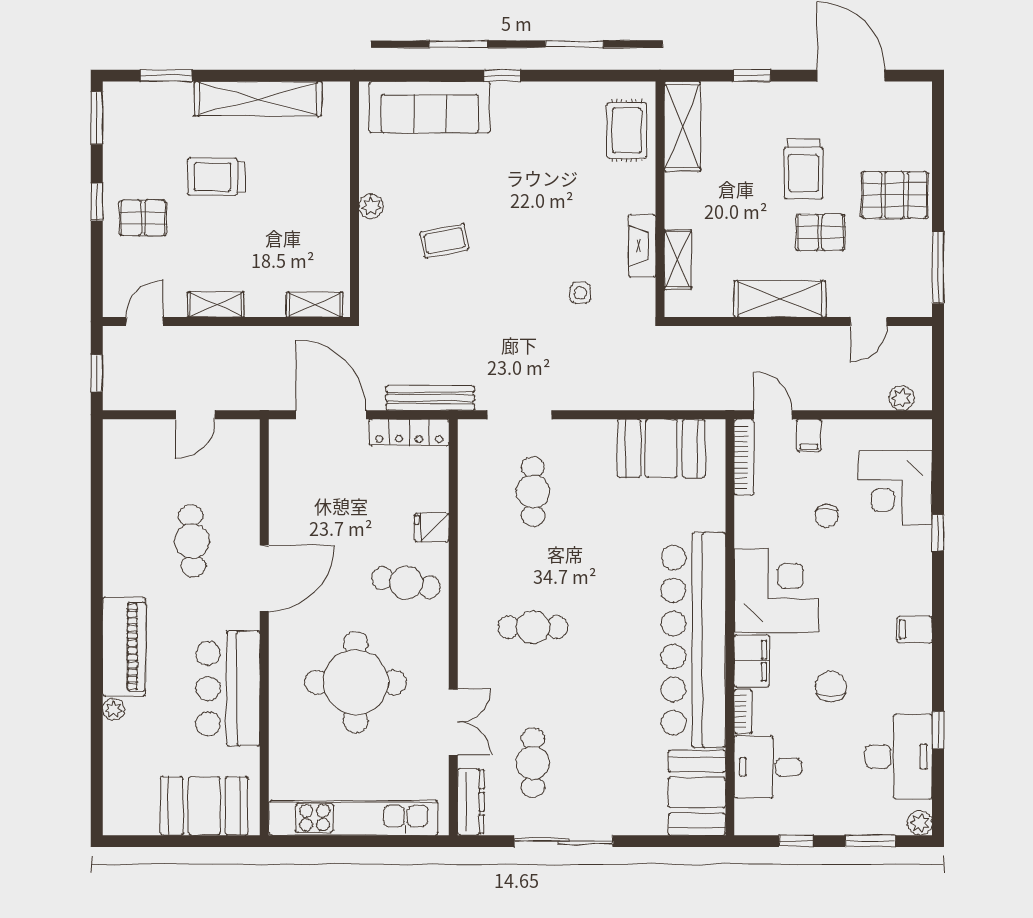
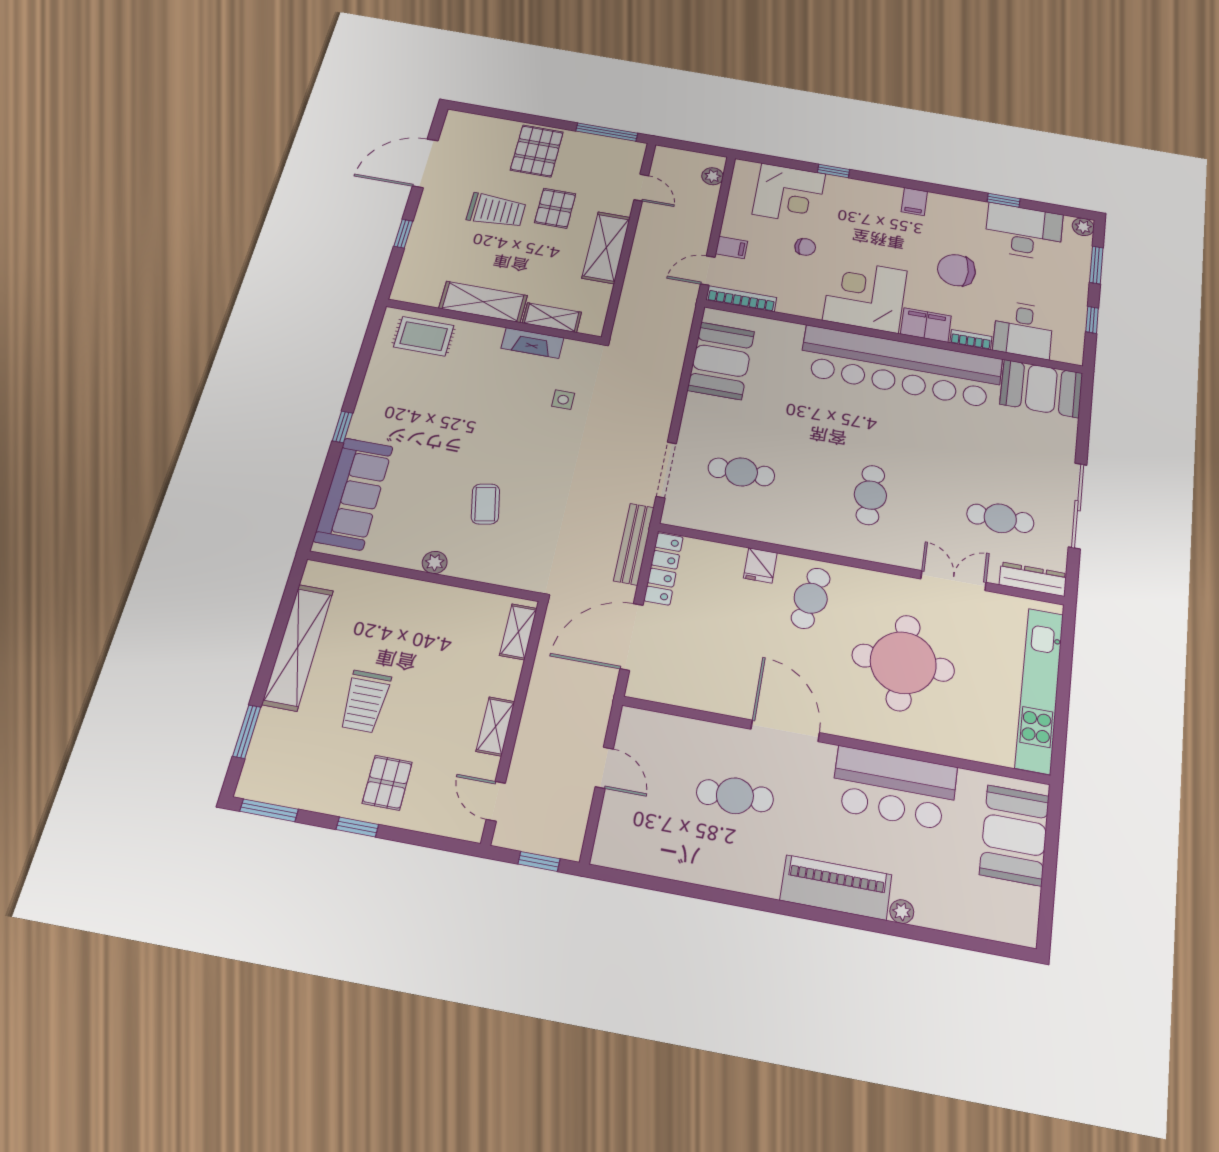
shelving: (682, 126) -> (483, 302), moved
chair: (831, 687) -> (956, 270), width x1.37, depth x1.37

